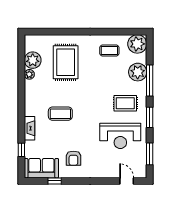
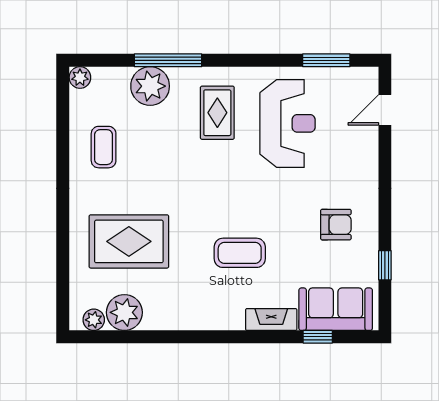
plant: (137, 44) -> (80, 77), width x0.53, depth x0.53
plant: (29, 74) -> (94, 320), moved
coffee table: (60, 114) -> (240, 253), turned 90
window: (150, 117) -> (248, 60), removed
sofa: (41, 168) -> (336, 309), moved, turned 90

